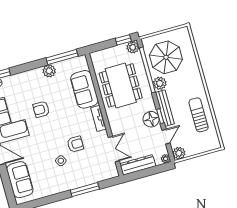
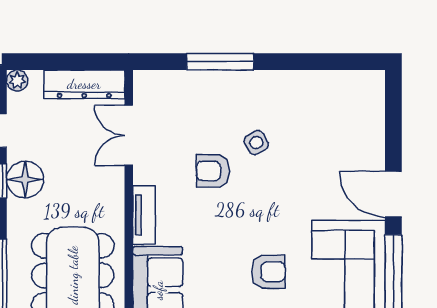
sofa: (20, 180) -> (361, 125), removed

